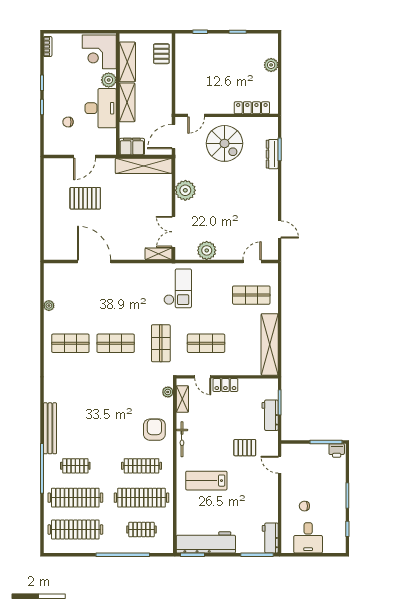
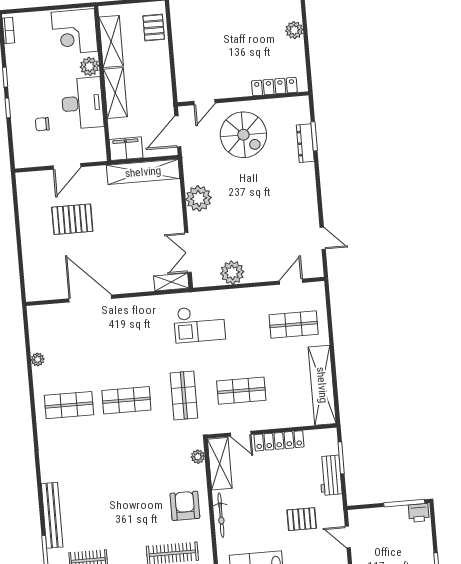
checkout: (178, 288) -> (199, 324), turned 90
locker: (225, 385) -> (279, 441), width x1.53
shelving: (182, 399) -> (220, 464), width x1.50, depth x1.33

